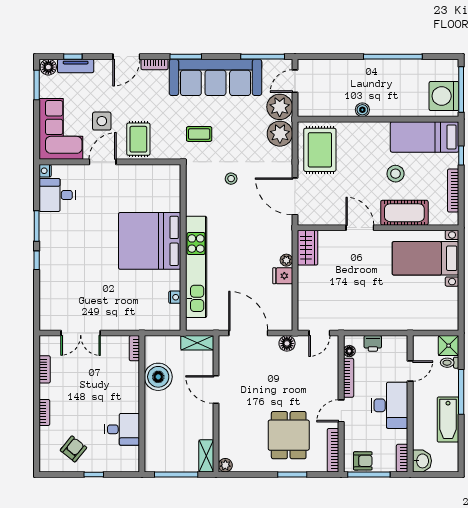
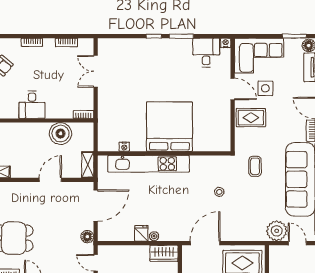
plant: (280, 134) -> (255, 231), removed
desk: (122, 429) -> (32, 105), moved

